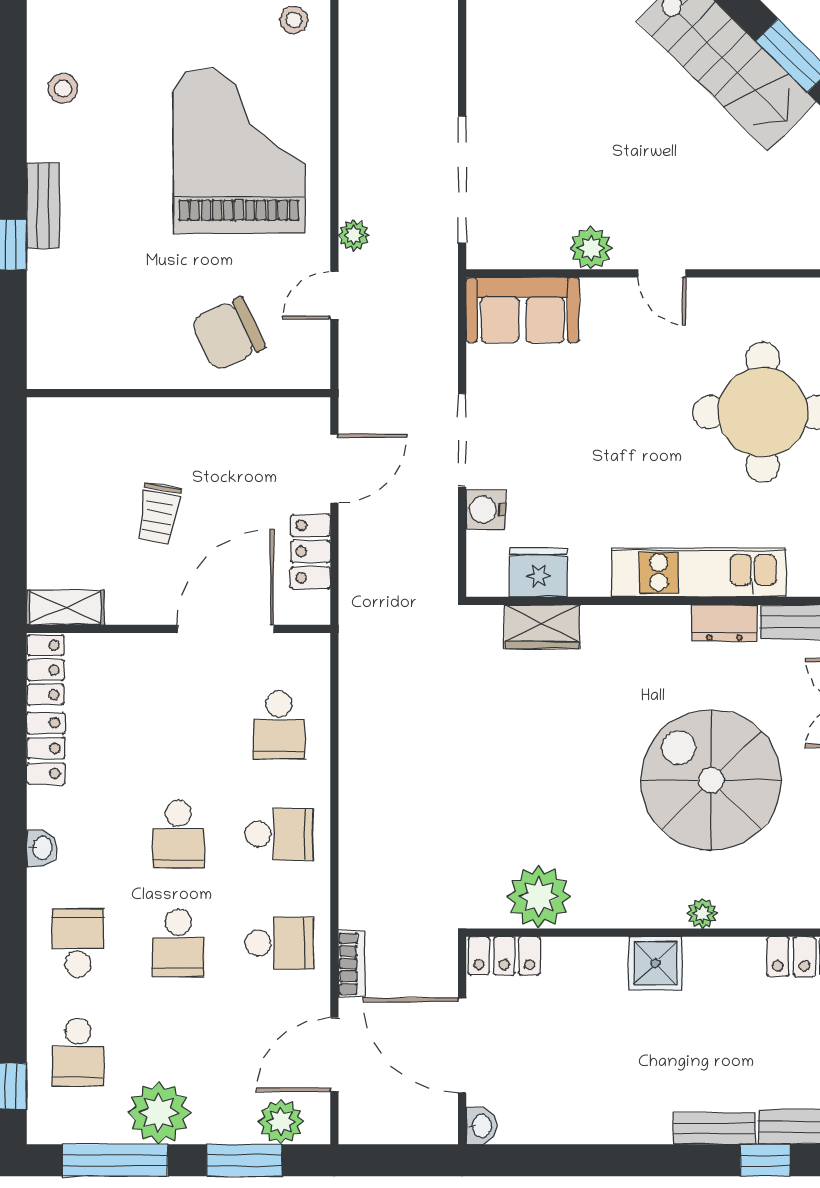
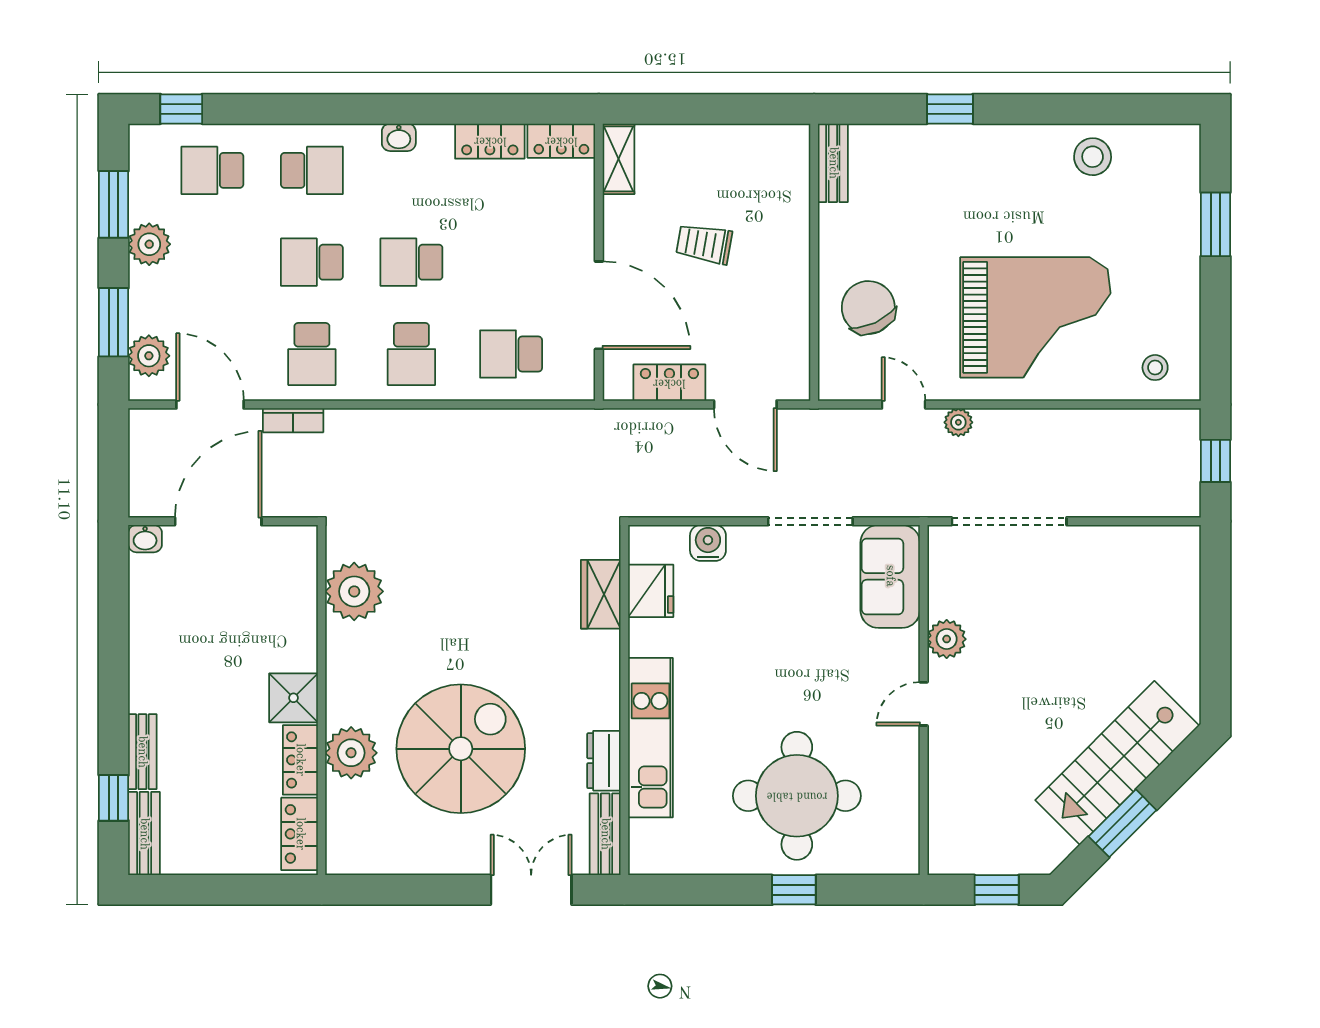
stool: (63, 88) -> (1093, 157), width x1.37, depth x1.37
bench: (43, 206) -> (833, 163), moved, turned 90
doorway: (462, 440) -> (810, 521), moved
plant: (702, 913) -> (351, 753), width x1.87, depth x1.87
locker: (504, 956) -> (300, 760), moved
plant: (159, 1113) -> (149, 244), width x0.73, depth x0.73
window: (115, 1160) -> (114, 204), width x0.69

